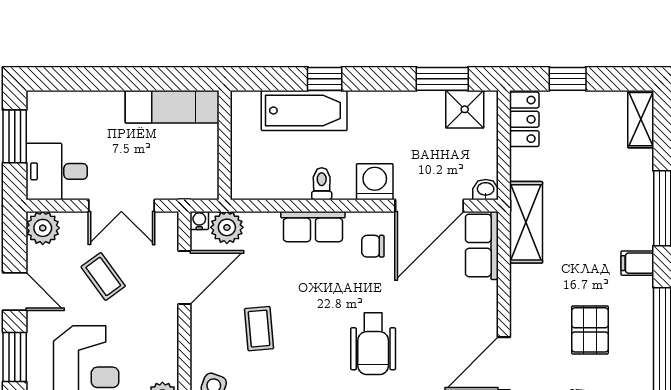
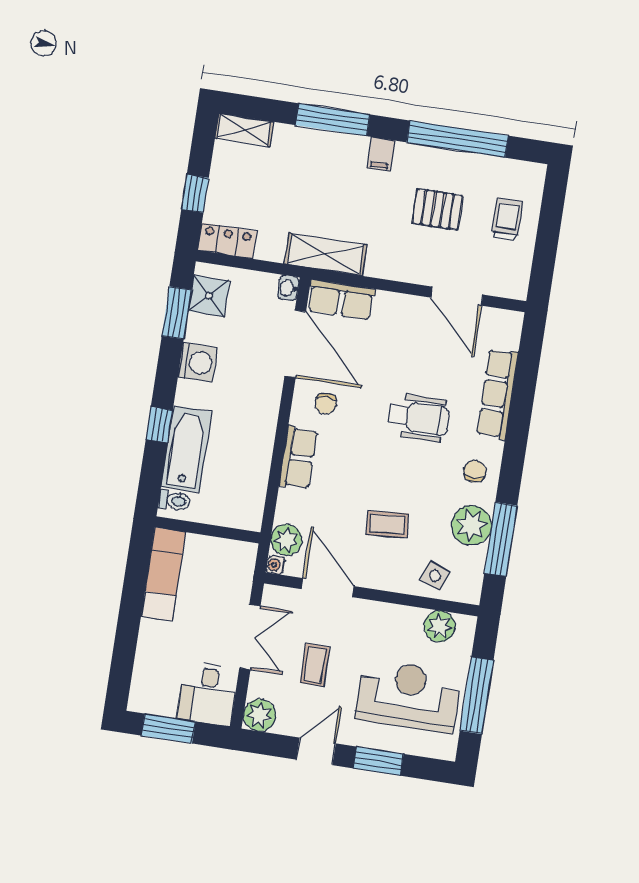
washing machine: (375, 182) -> (198, 362), moved, turned 180
toilet: (322, 184) -> (174, 501), moved, turned 180
coffee table: (103, 276) -> (315, 665), turned -54

